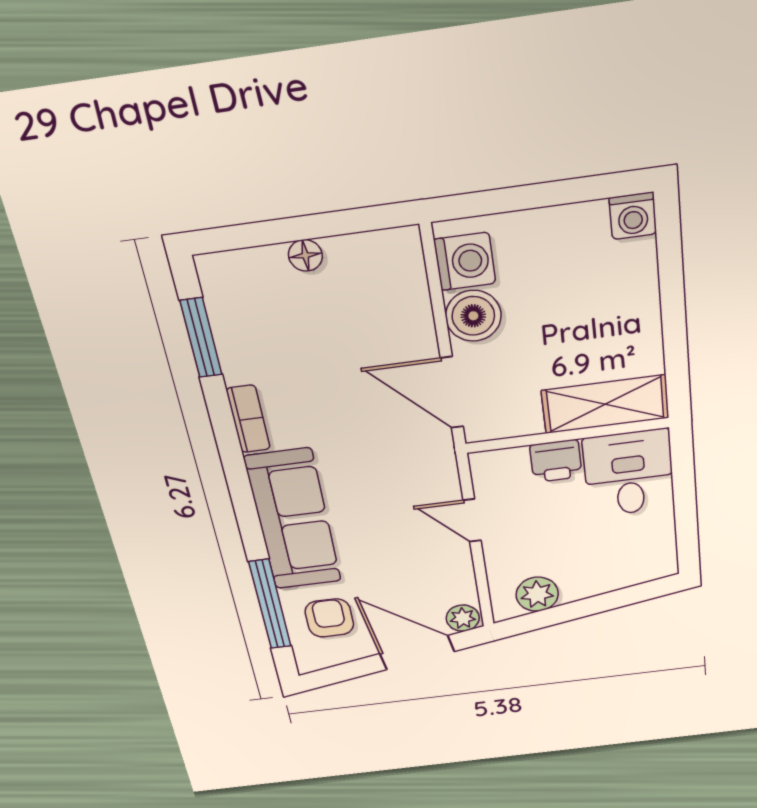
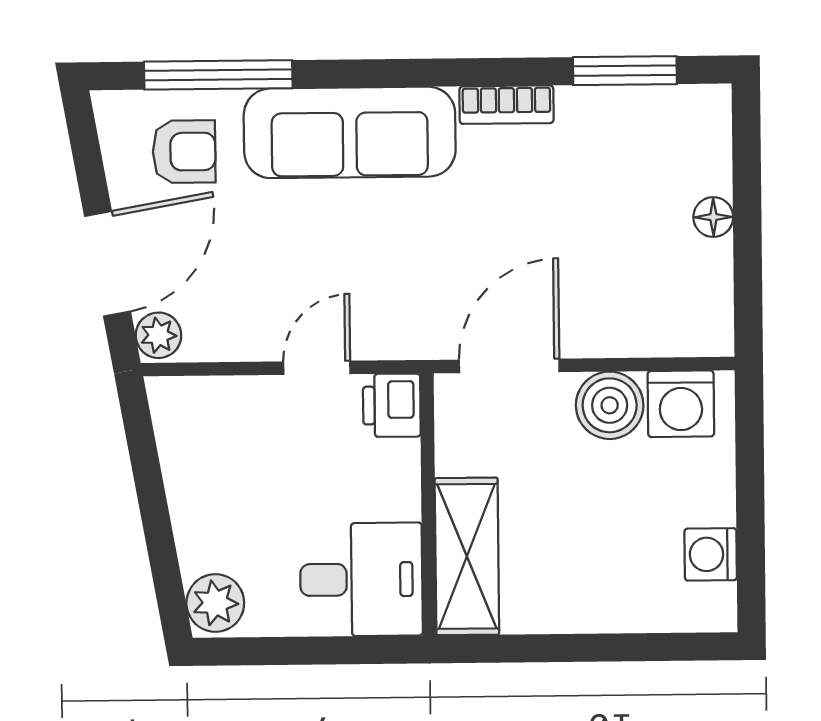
washing machine: (633, 216) -> (711, 554), moved
printer: (556, 461) -> (392, 405), moved
plant: (537, 594) -> (215, 603), moved

